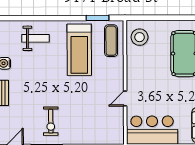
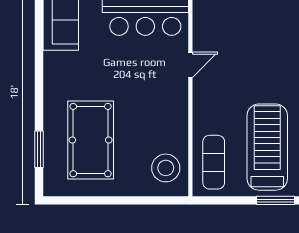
window: (98, 18) -> (276, 200), moved

